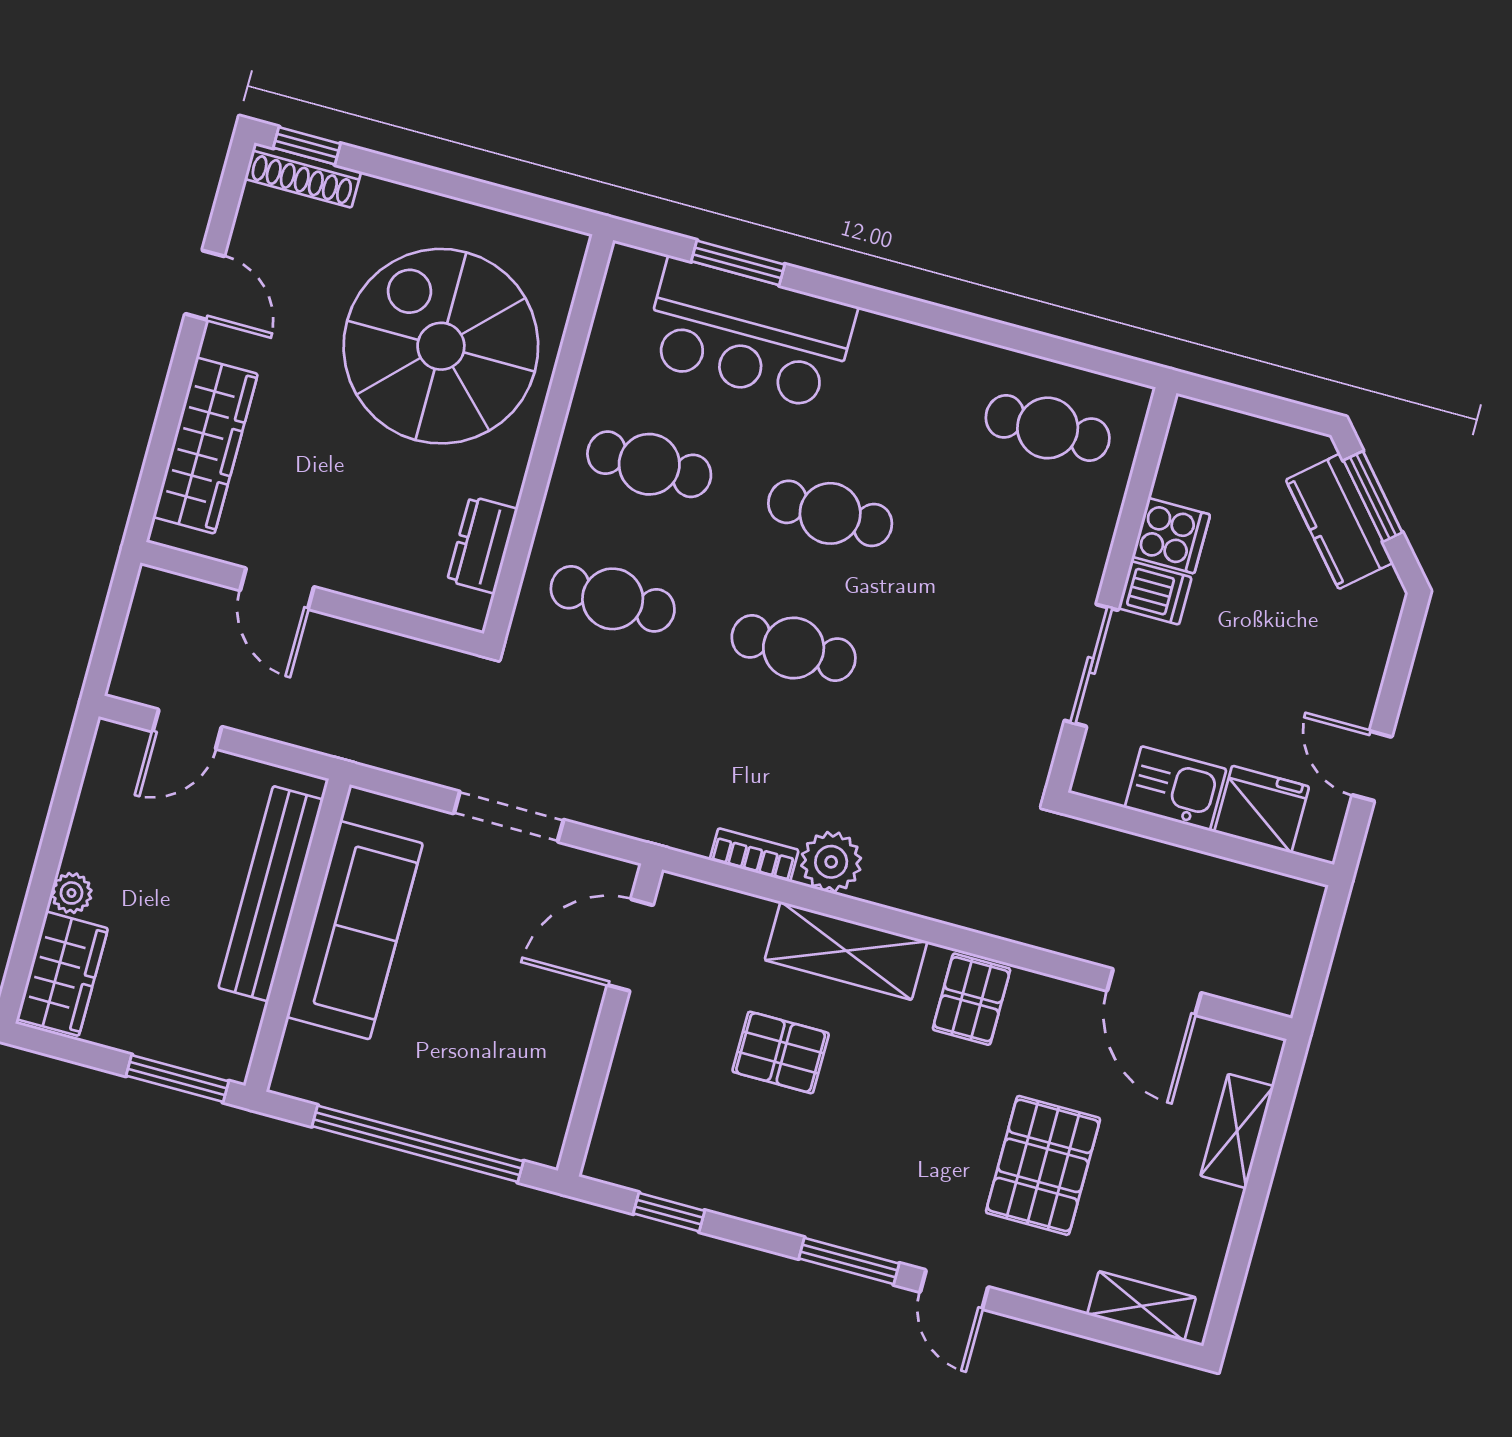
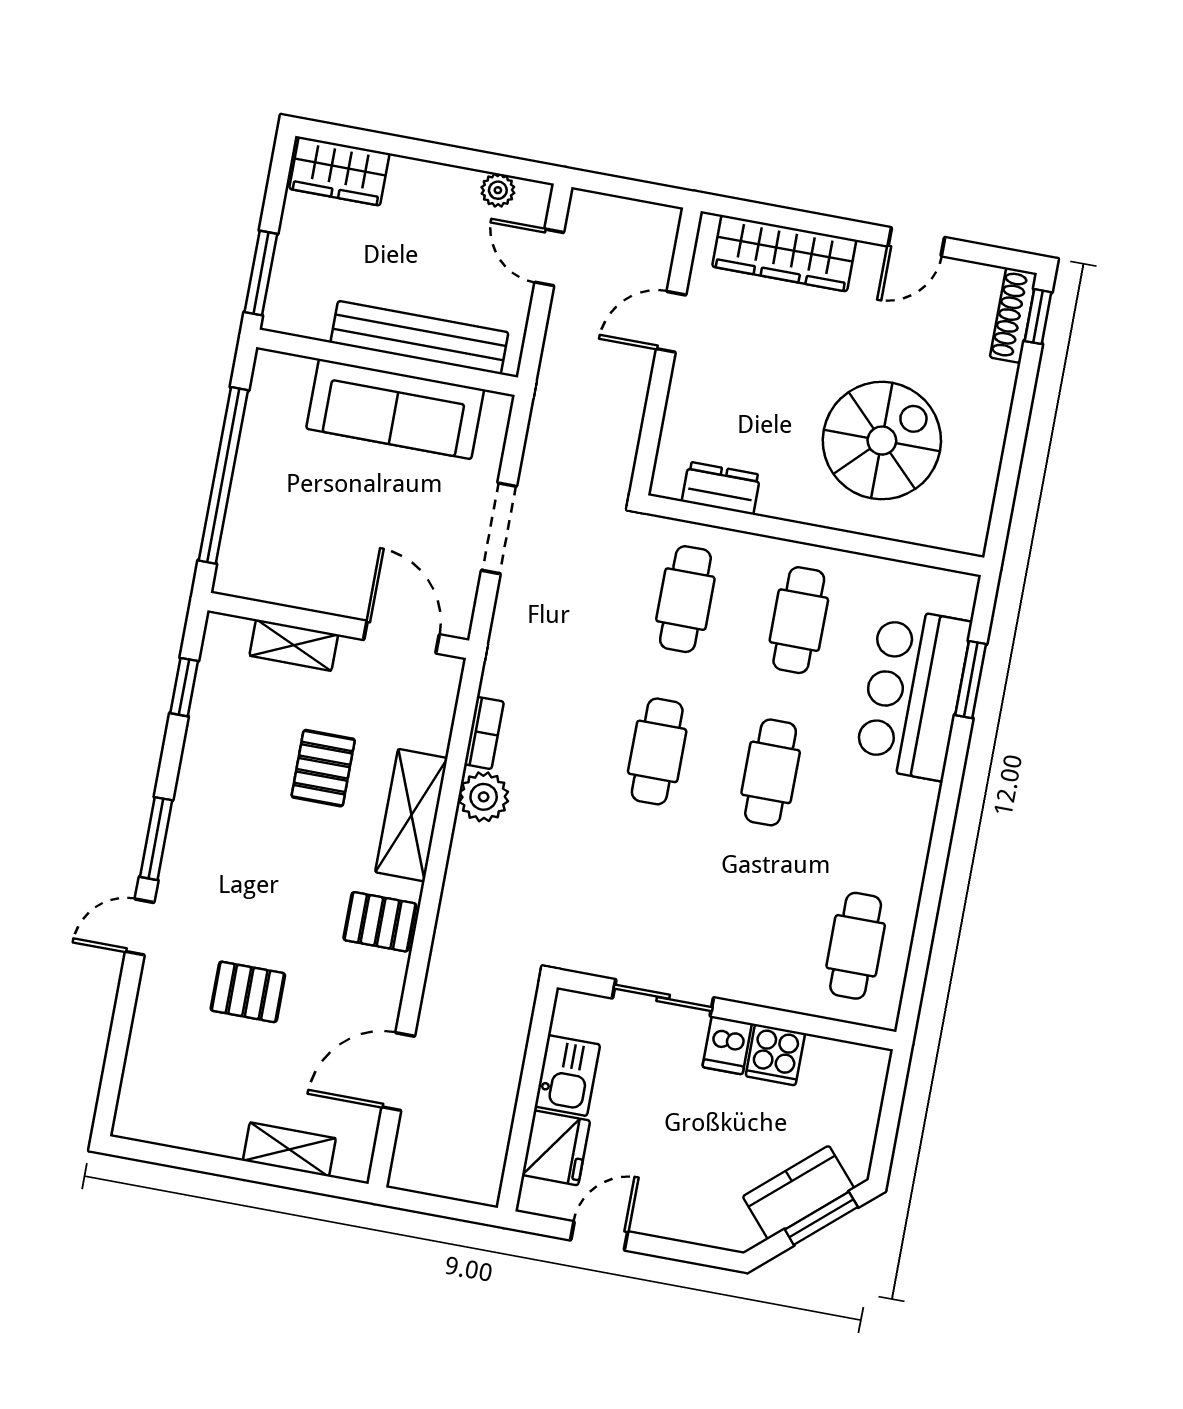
spiral stairs: (441, 346) -> (882, 441), width x0.73, depth x0.73
plant: (71, 893) -> (498, 190), moved
pallet: (1043, 1165) -> (248, 992), width x0.67, depth x0.71
shelving: (1142, 1306) -> (294, 645), moved, turned 90

